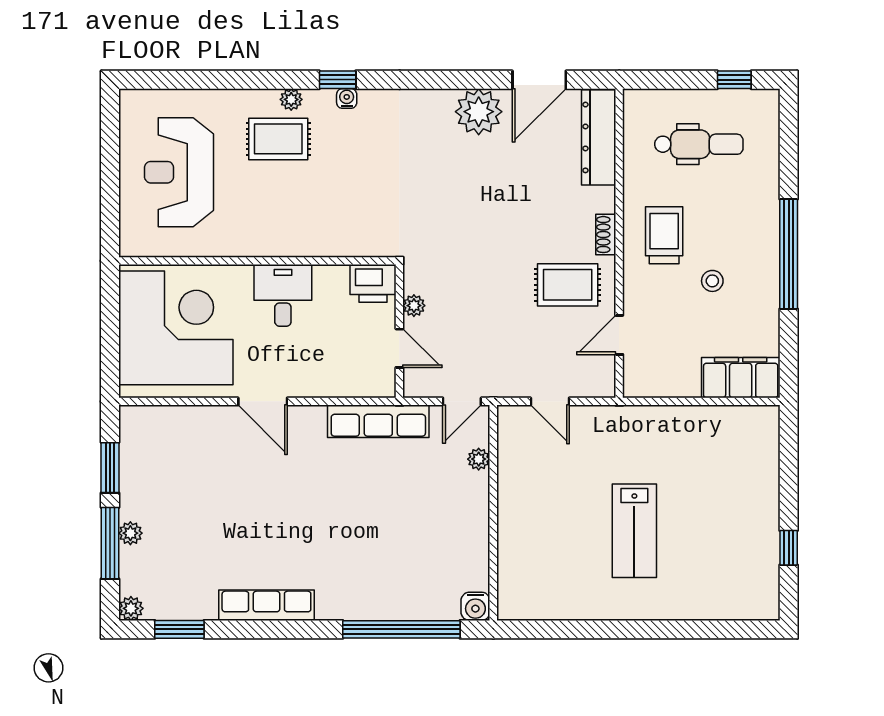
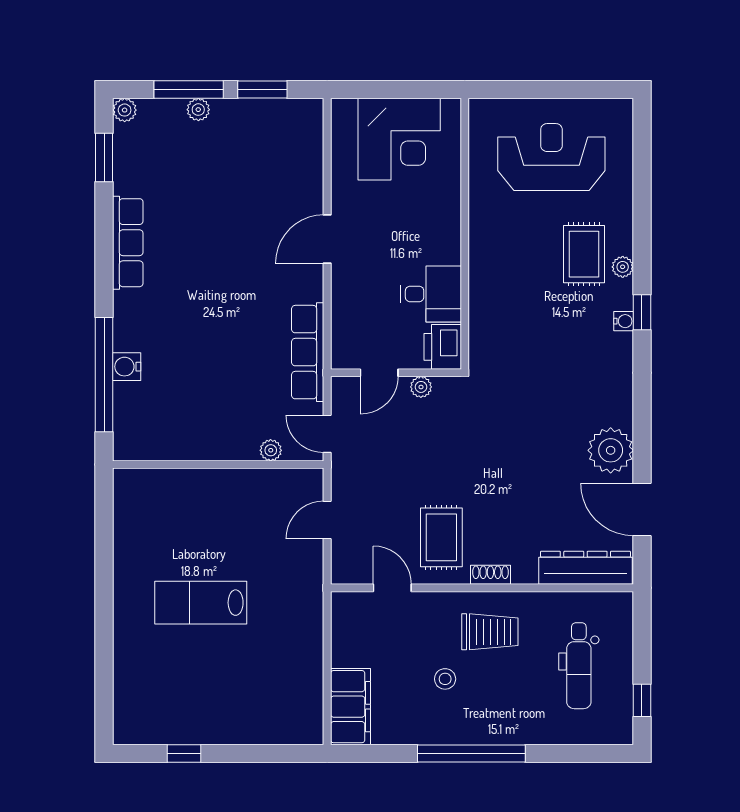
desk: (283, 295) -> (431, 294), moved
corner desk: (176, 328) -> (399, 139), width x0.74, depth x0.74
water cooler: (475, 606) -> (127, 367), moved

